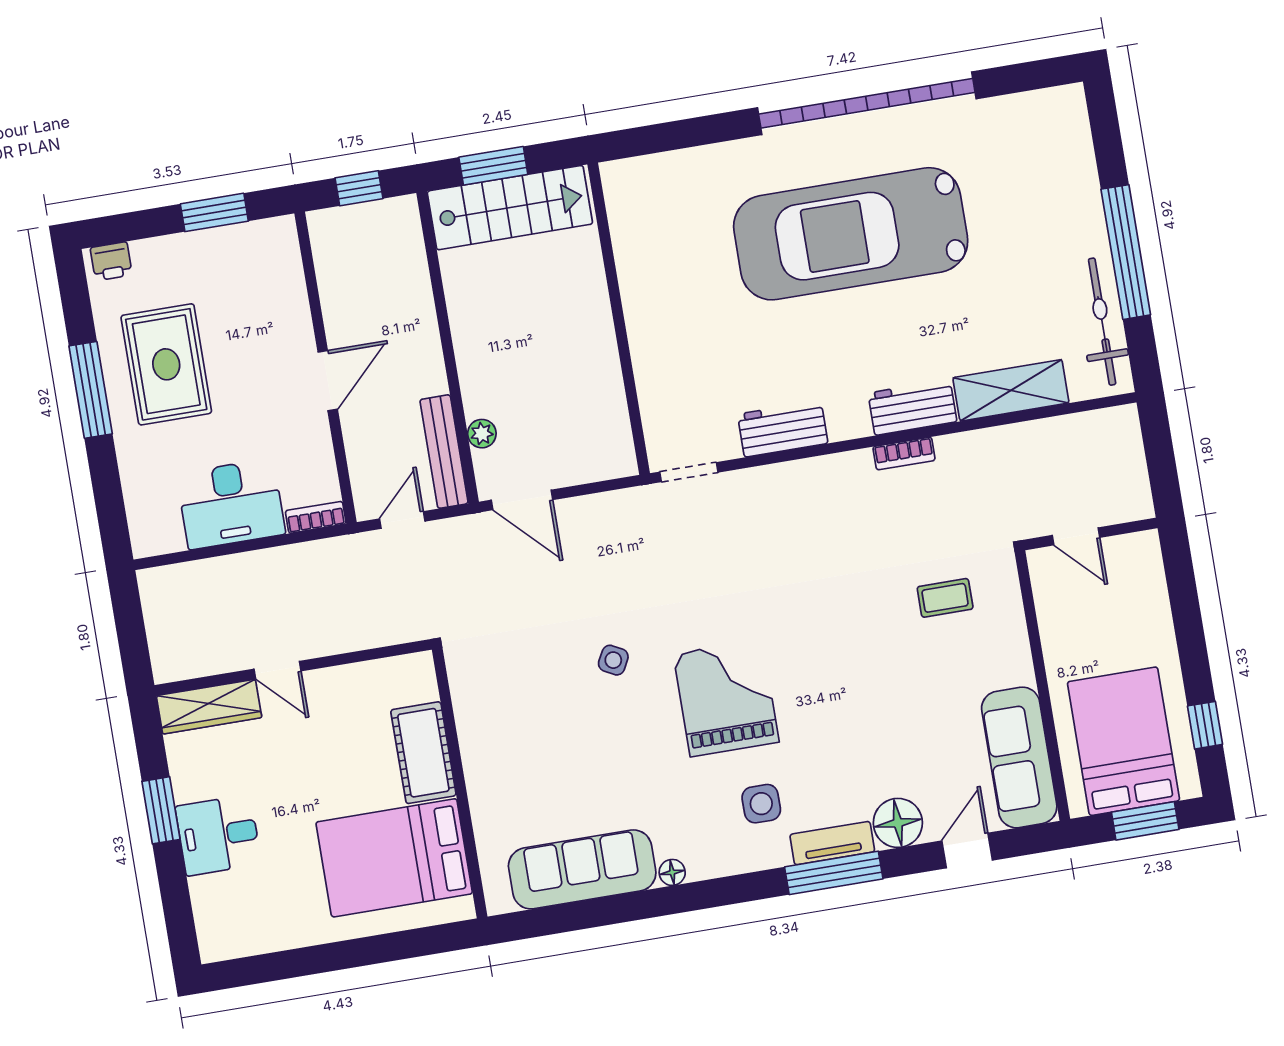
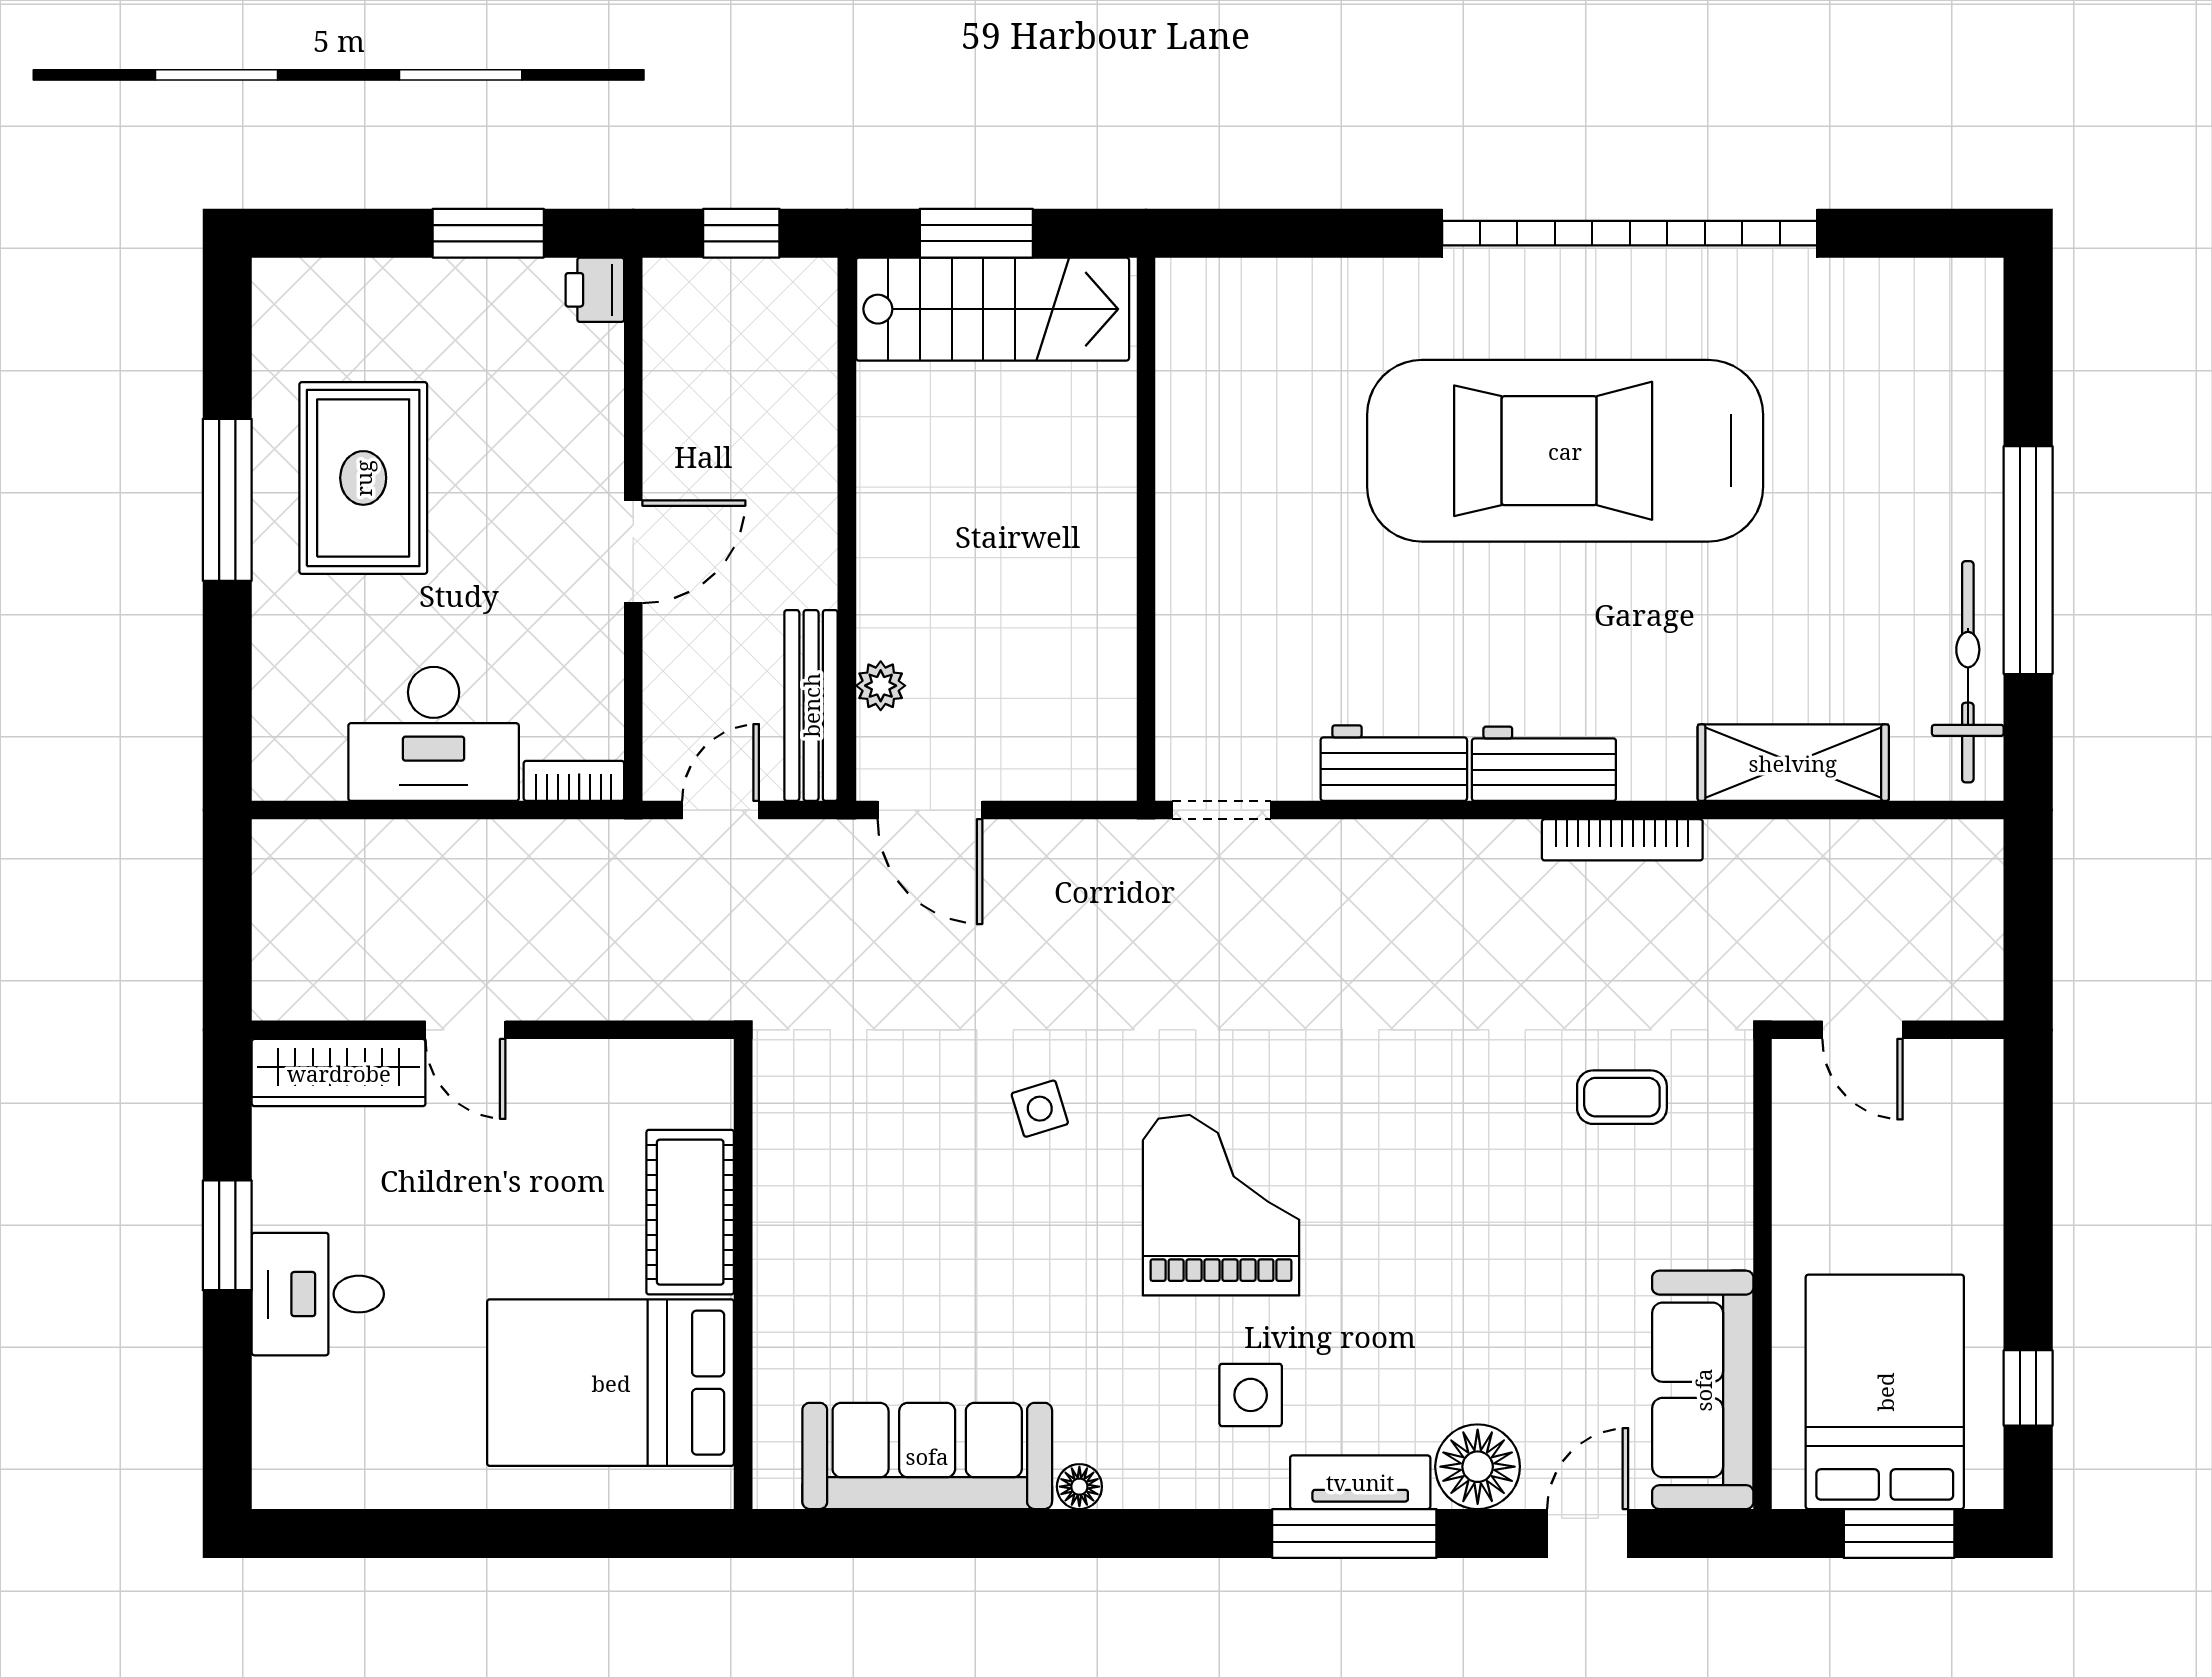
printer: (111, 261) -> (595, 290), moved, turned 90
workbench: (912, 407) -> (1544, 764), moved
bookcase: (904, 454) -> (1622, 840), width x1.56
side table: (613, 660) -> (1040, 1109), turned 45

